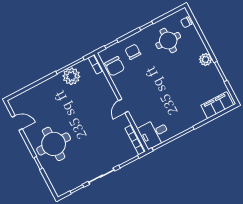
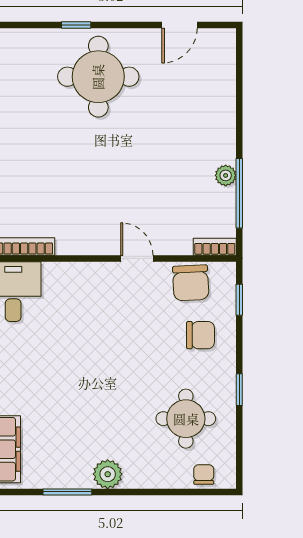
chair: (115, 66) -> (191, 283), turned -93
plant: (71, 76) -> (226, 175), width x0.53, depth x0.53
door: (123, 106) -> (137, 258), moved

